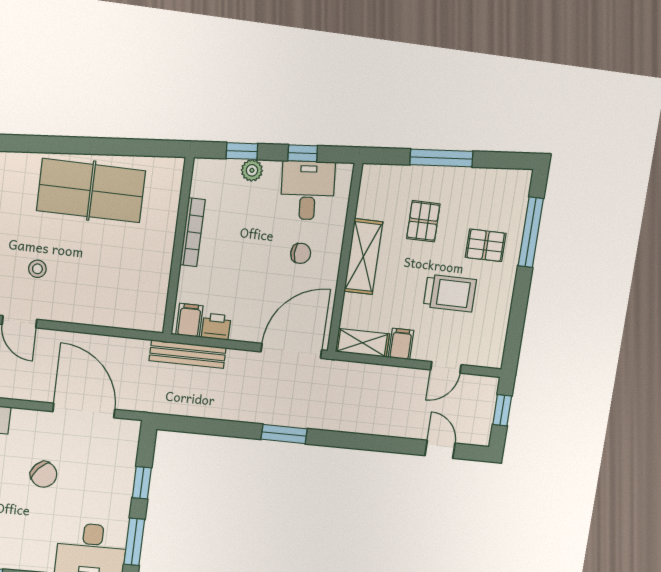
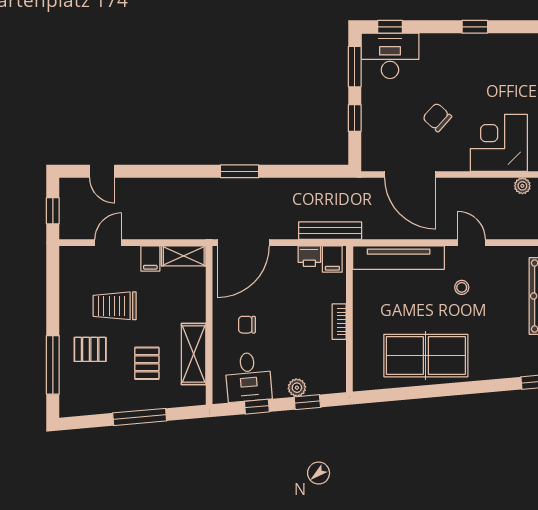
bookcase: (193, 232) -> (339, 322), width x0.64
shelving: (363, 257) -> (194, 354), moved
tv unit: (110, 313) -> (399, 258), added

